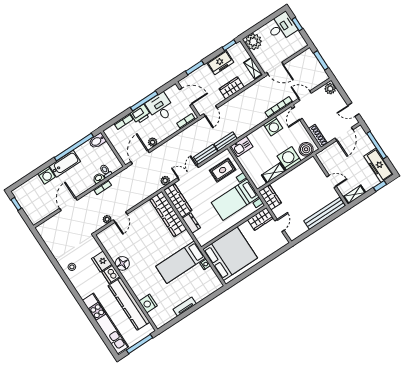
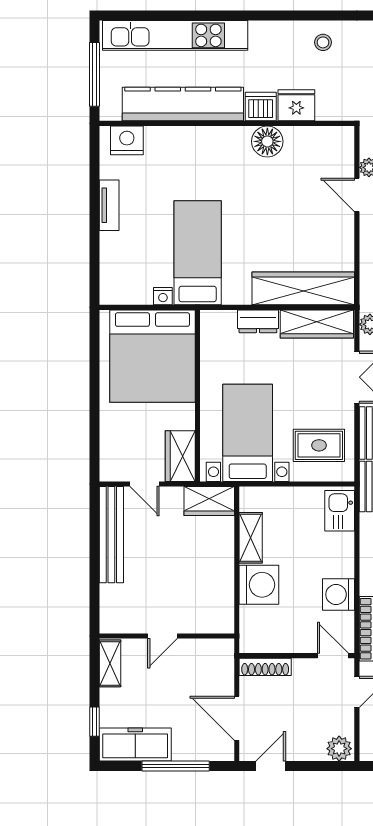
boiler: (306, 149) -> (255, 628), removed
rug: (223, 170) -> (319, 445), turned 90
bench: (325, 213) -> (111, 535), moved
nightstand: (148, 303) -> (127, 140), moved

